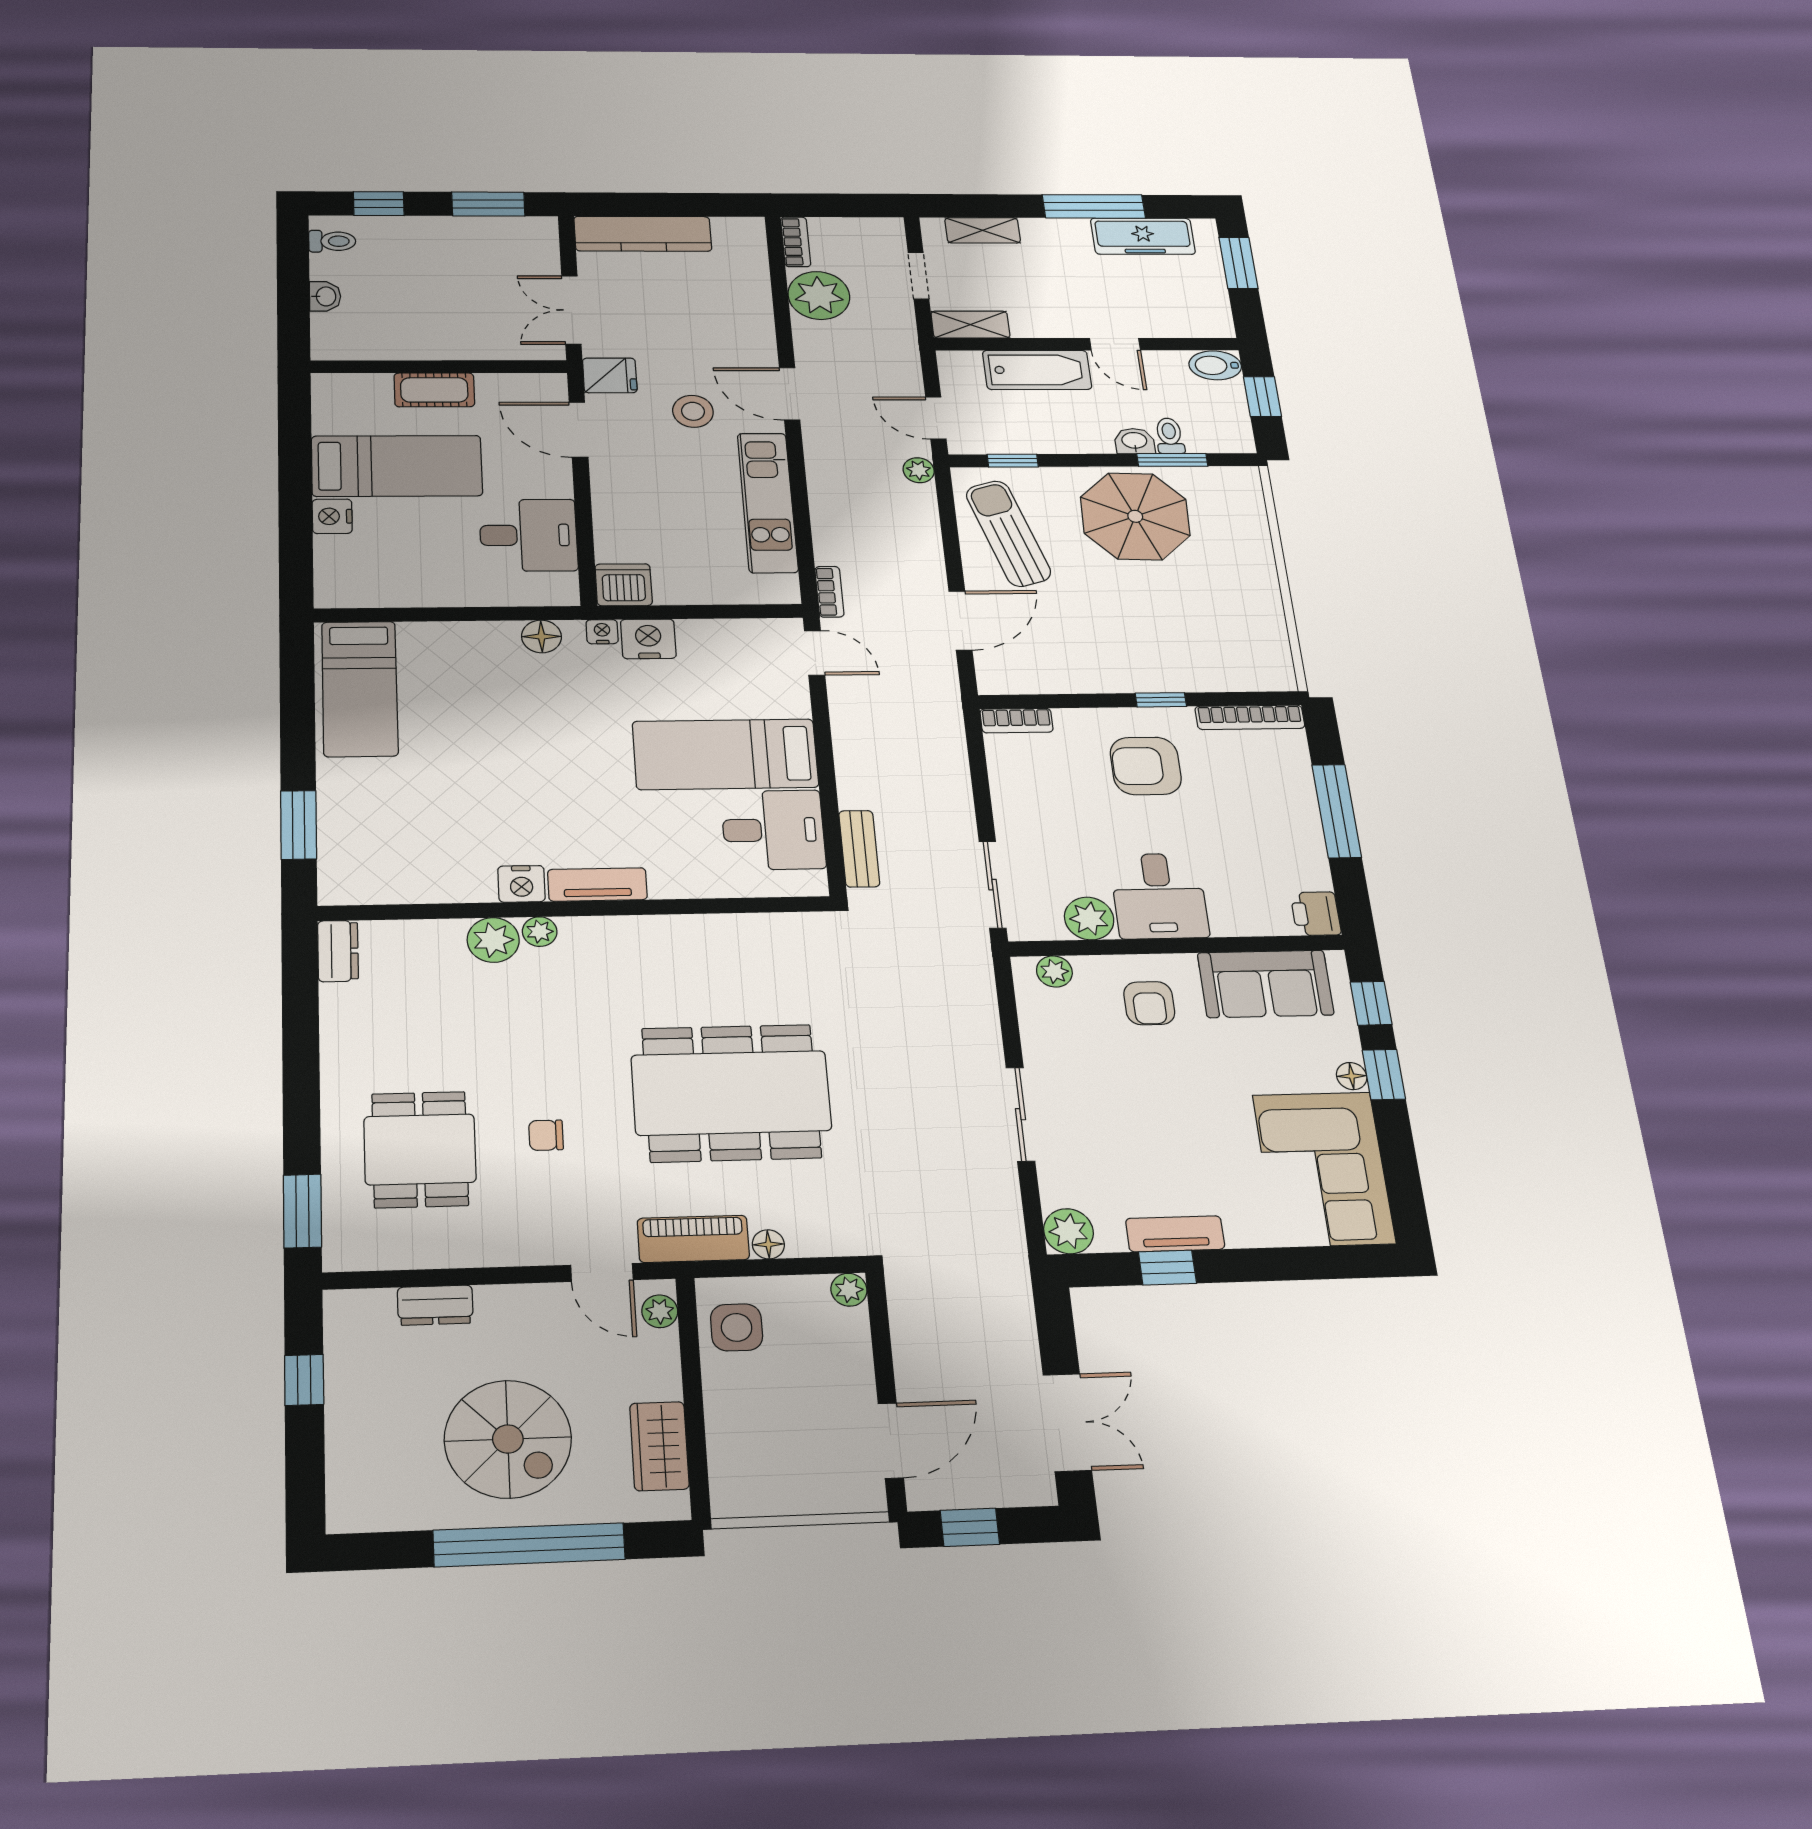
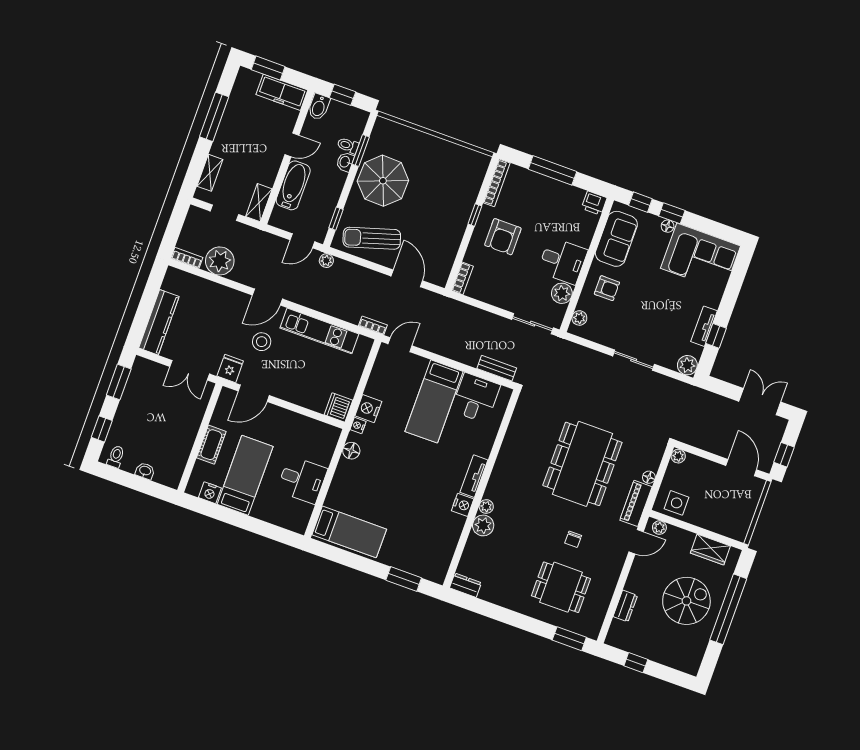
freezer: (1143, 236) -> (282, 92), moved, turned 90
nightstand: (332, 516) -> (210, 493), moved
desk: (528, 535) -> (302, 480), moved, turned 90

